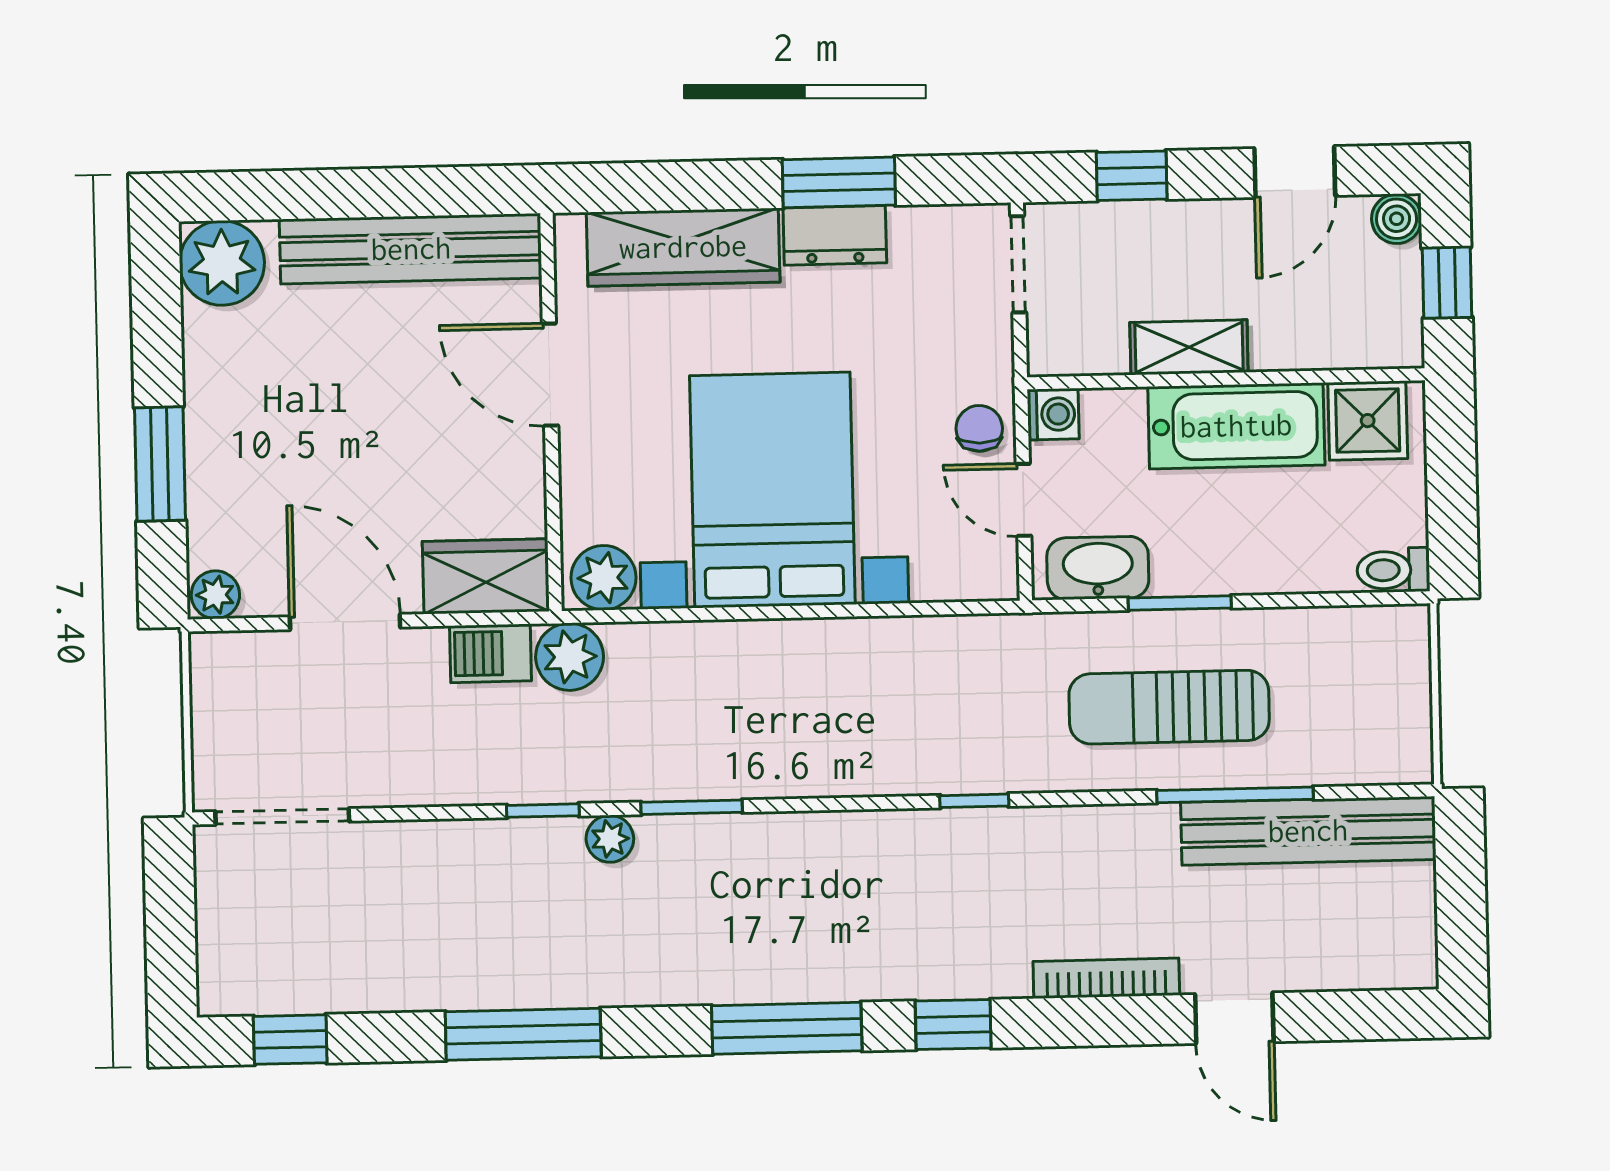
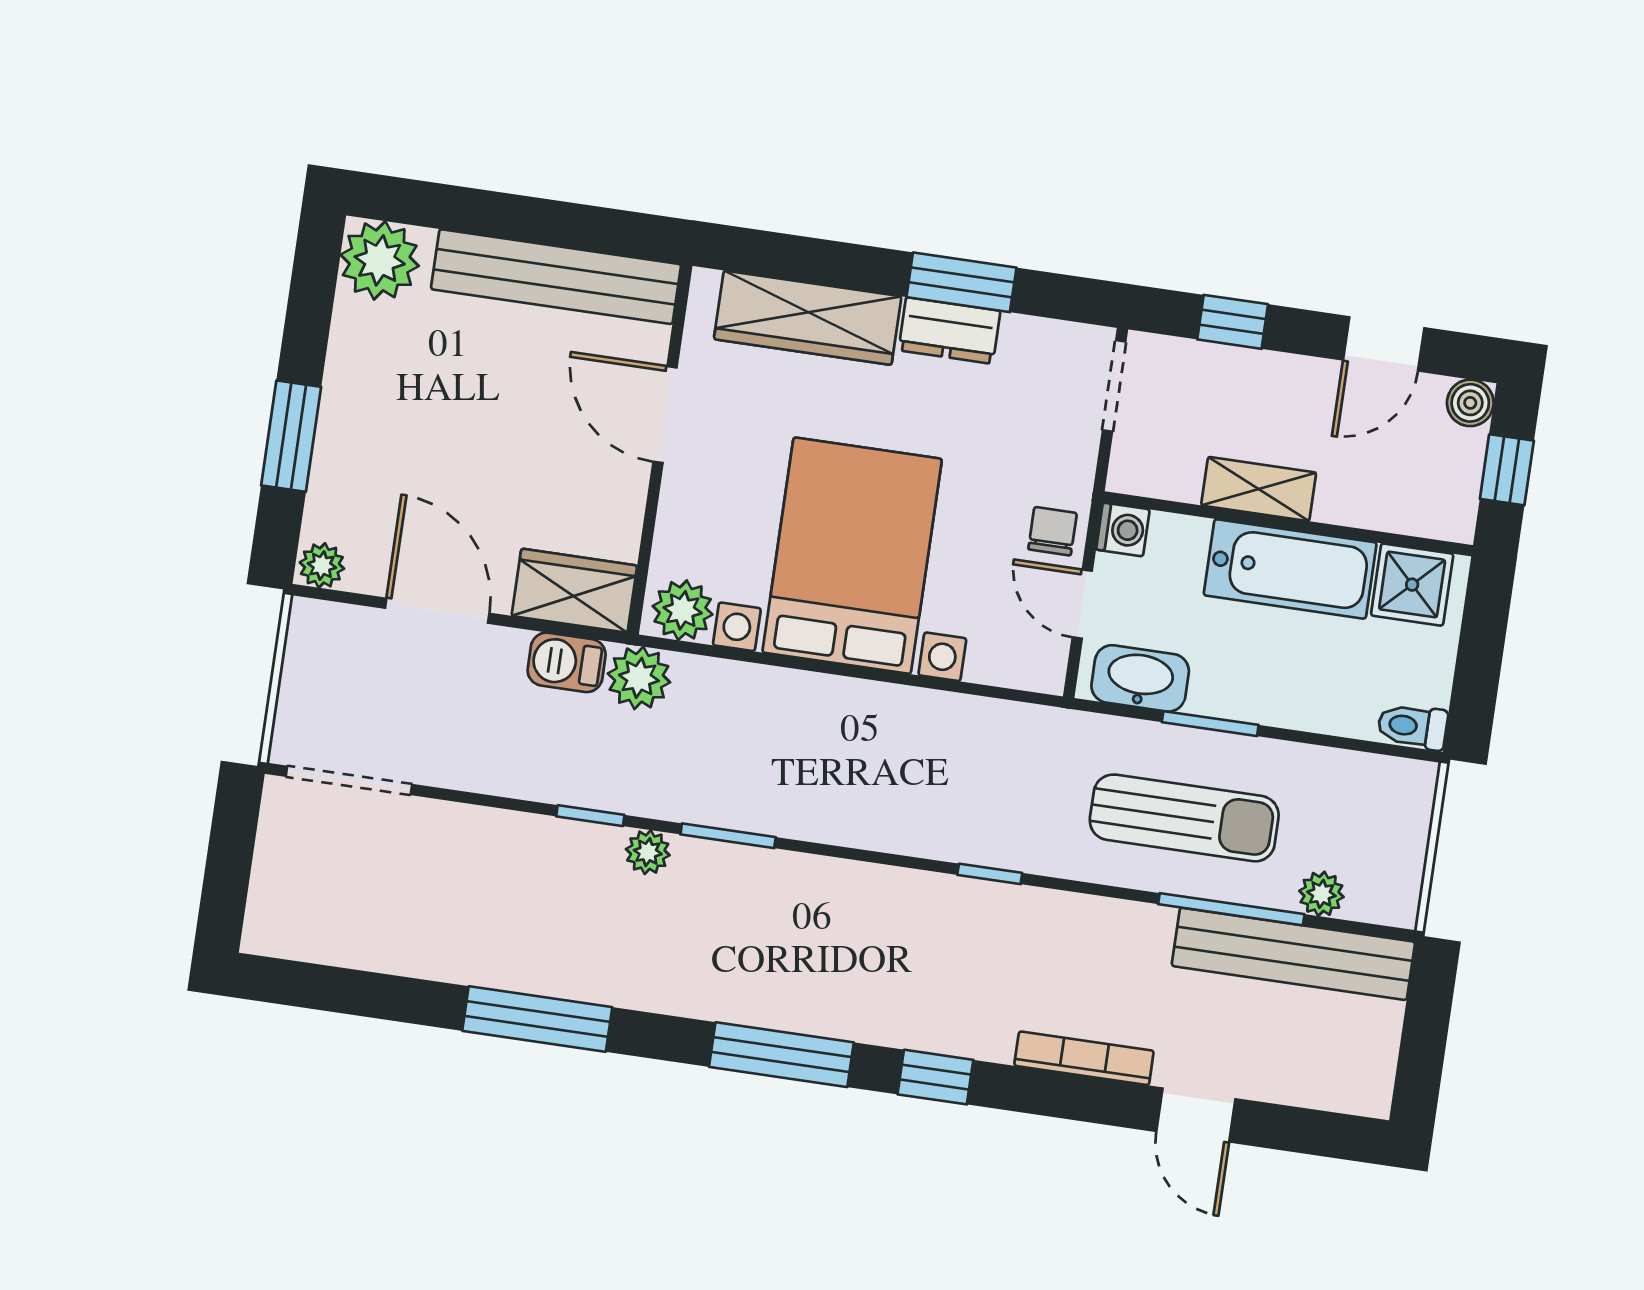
sun lounger: (1169, 707) -> (1184, 818), turned 180
plant: (1327, 763) -> (1321, 894), added
window: (290, 1040) -> (322, 987), removed

